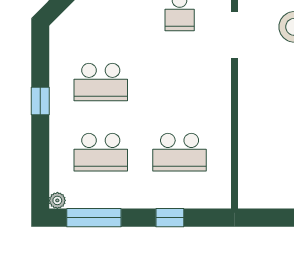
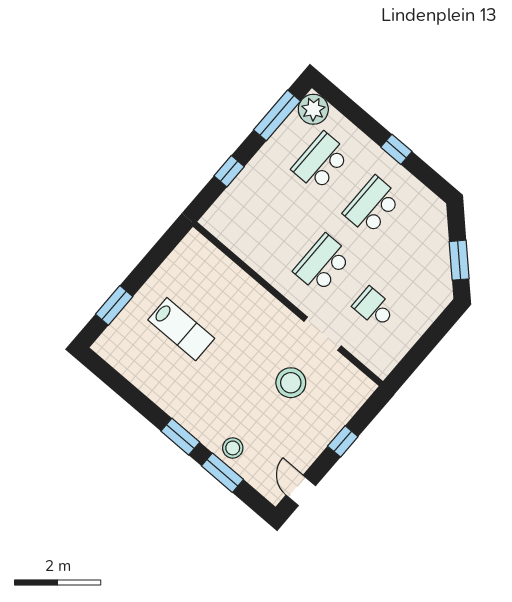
school desk: (180, 152) -> (323, 264), moved
plant: (57, 200) -> (313, 109), width x1.88, depth x1.88

